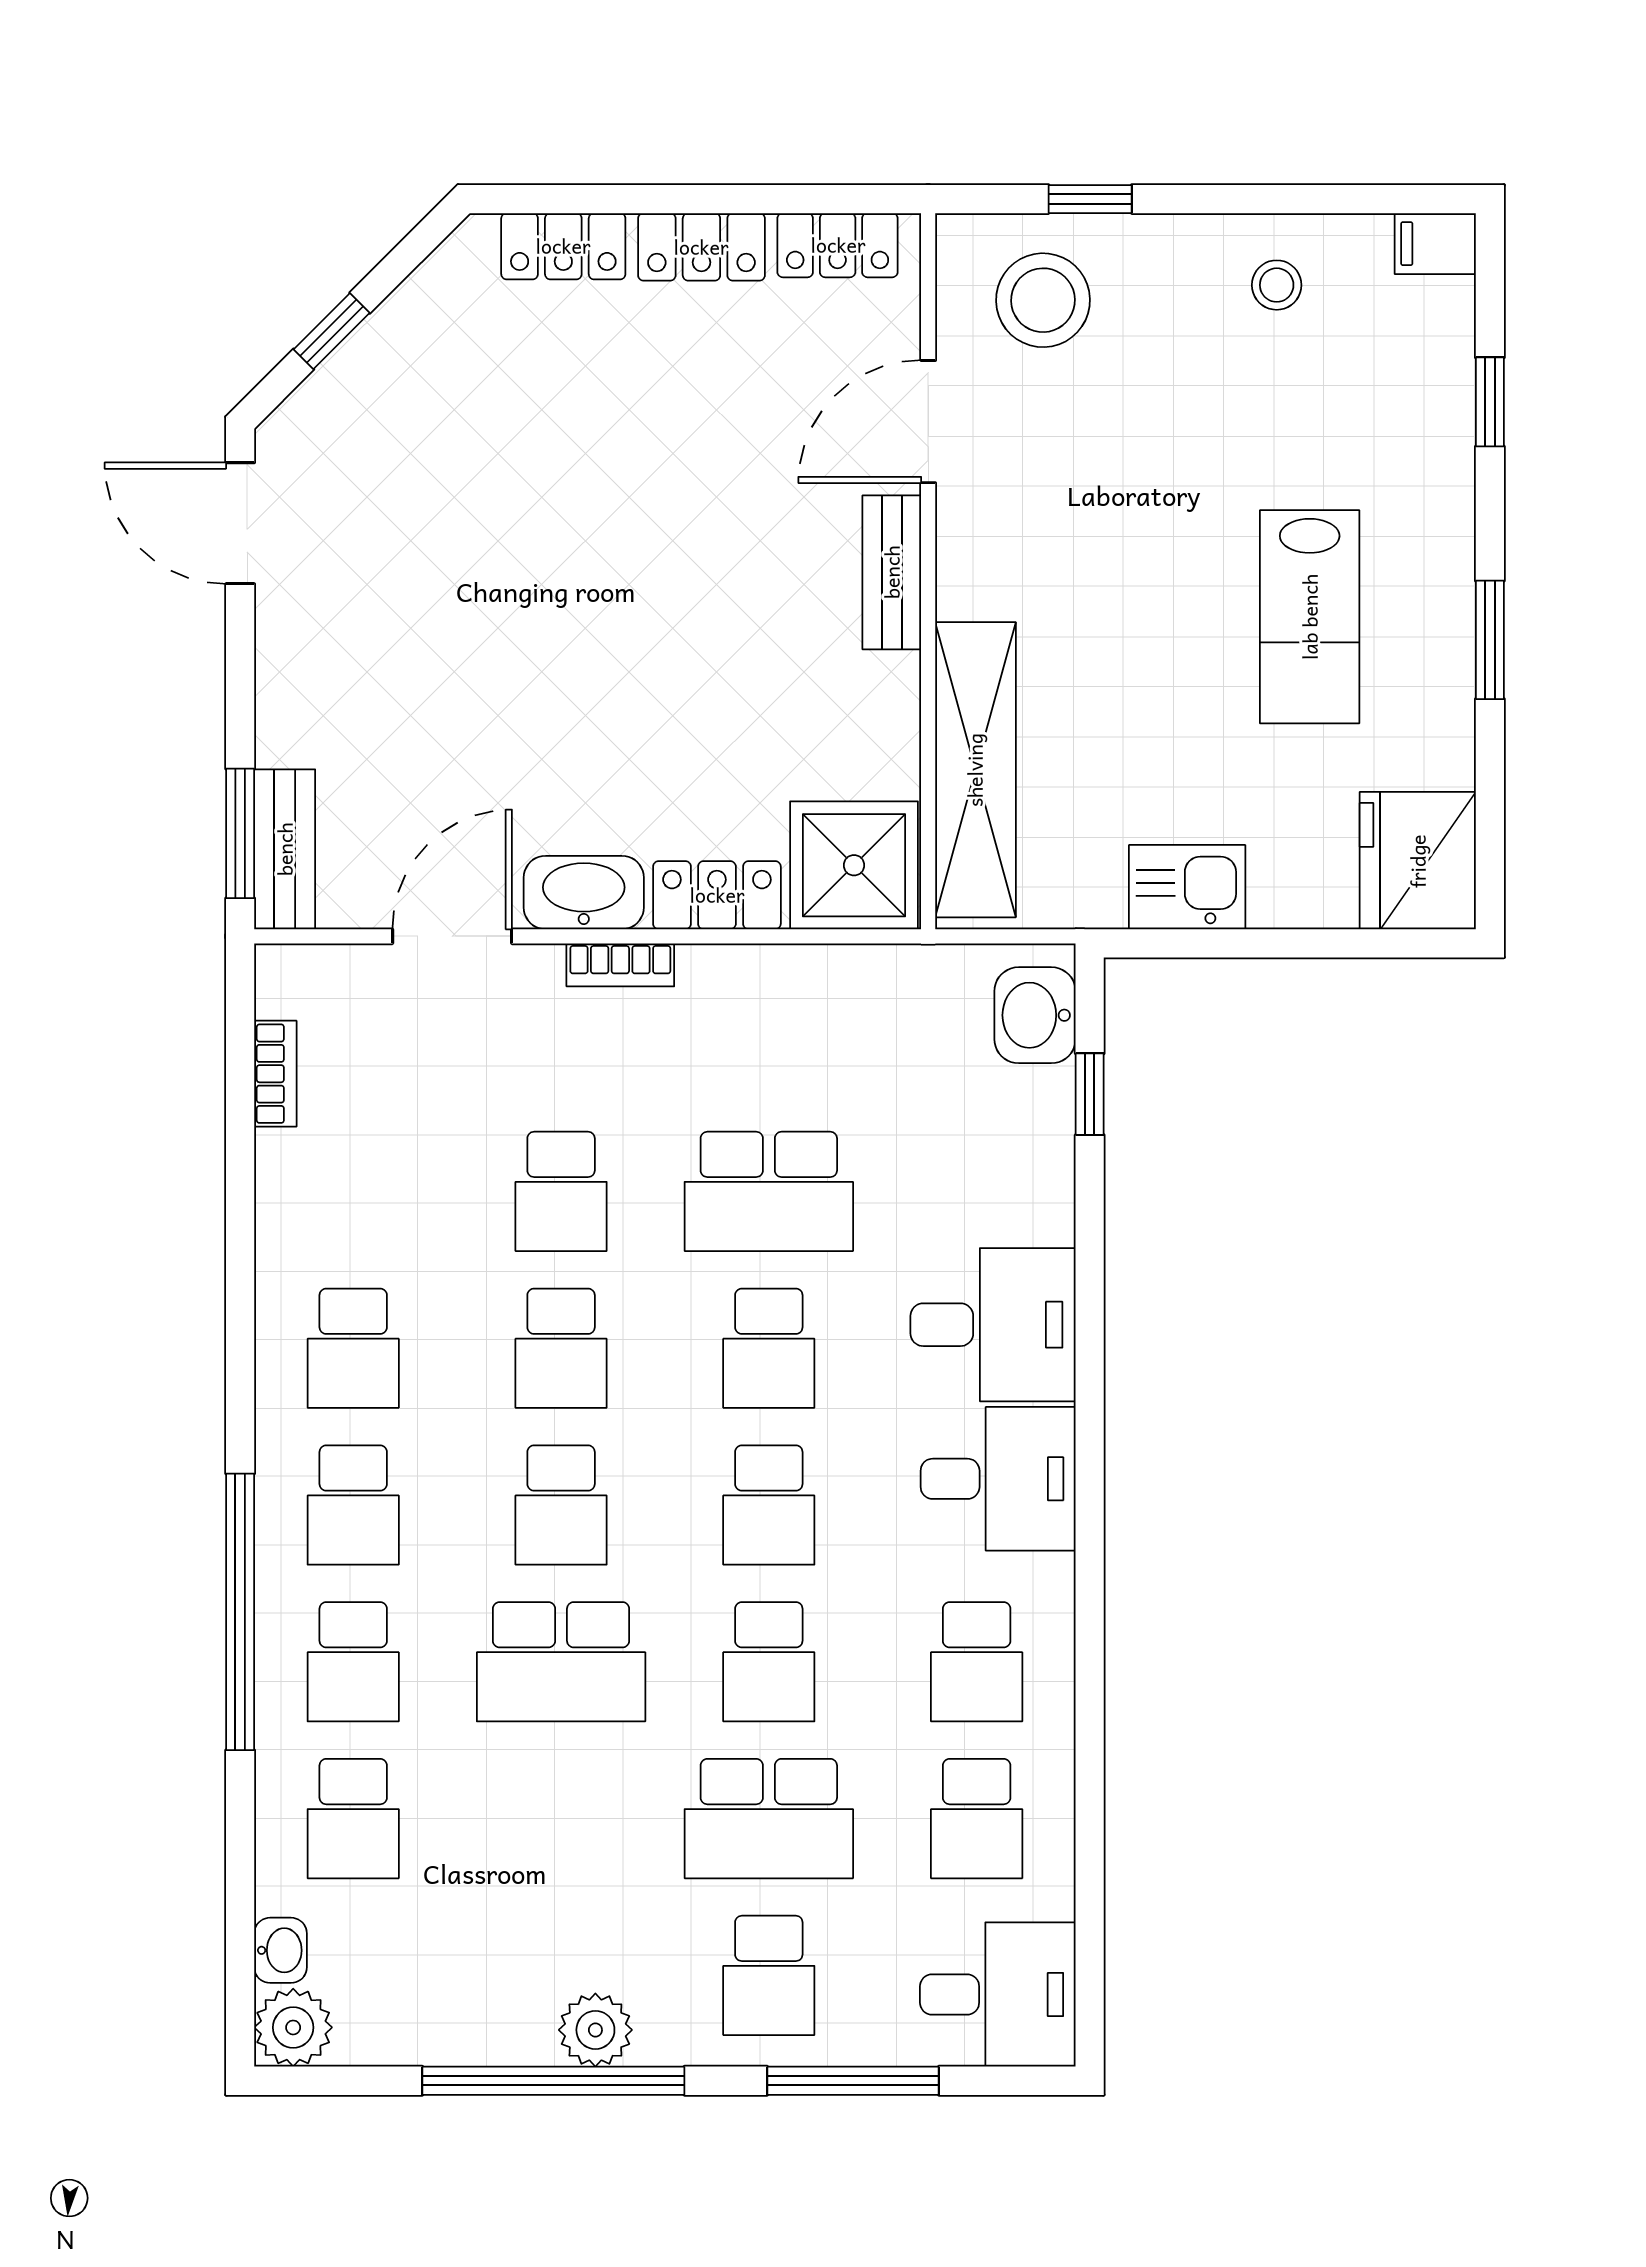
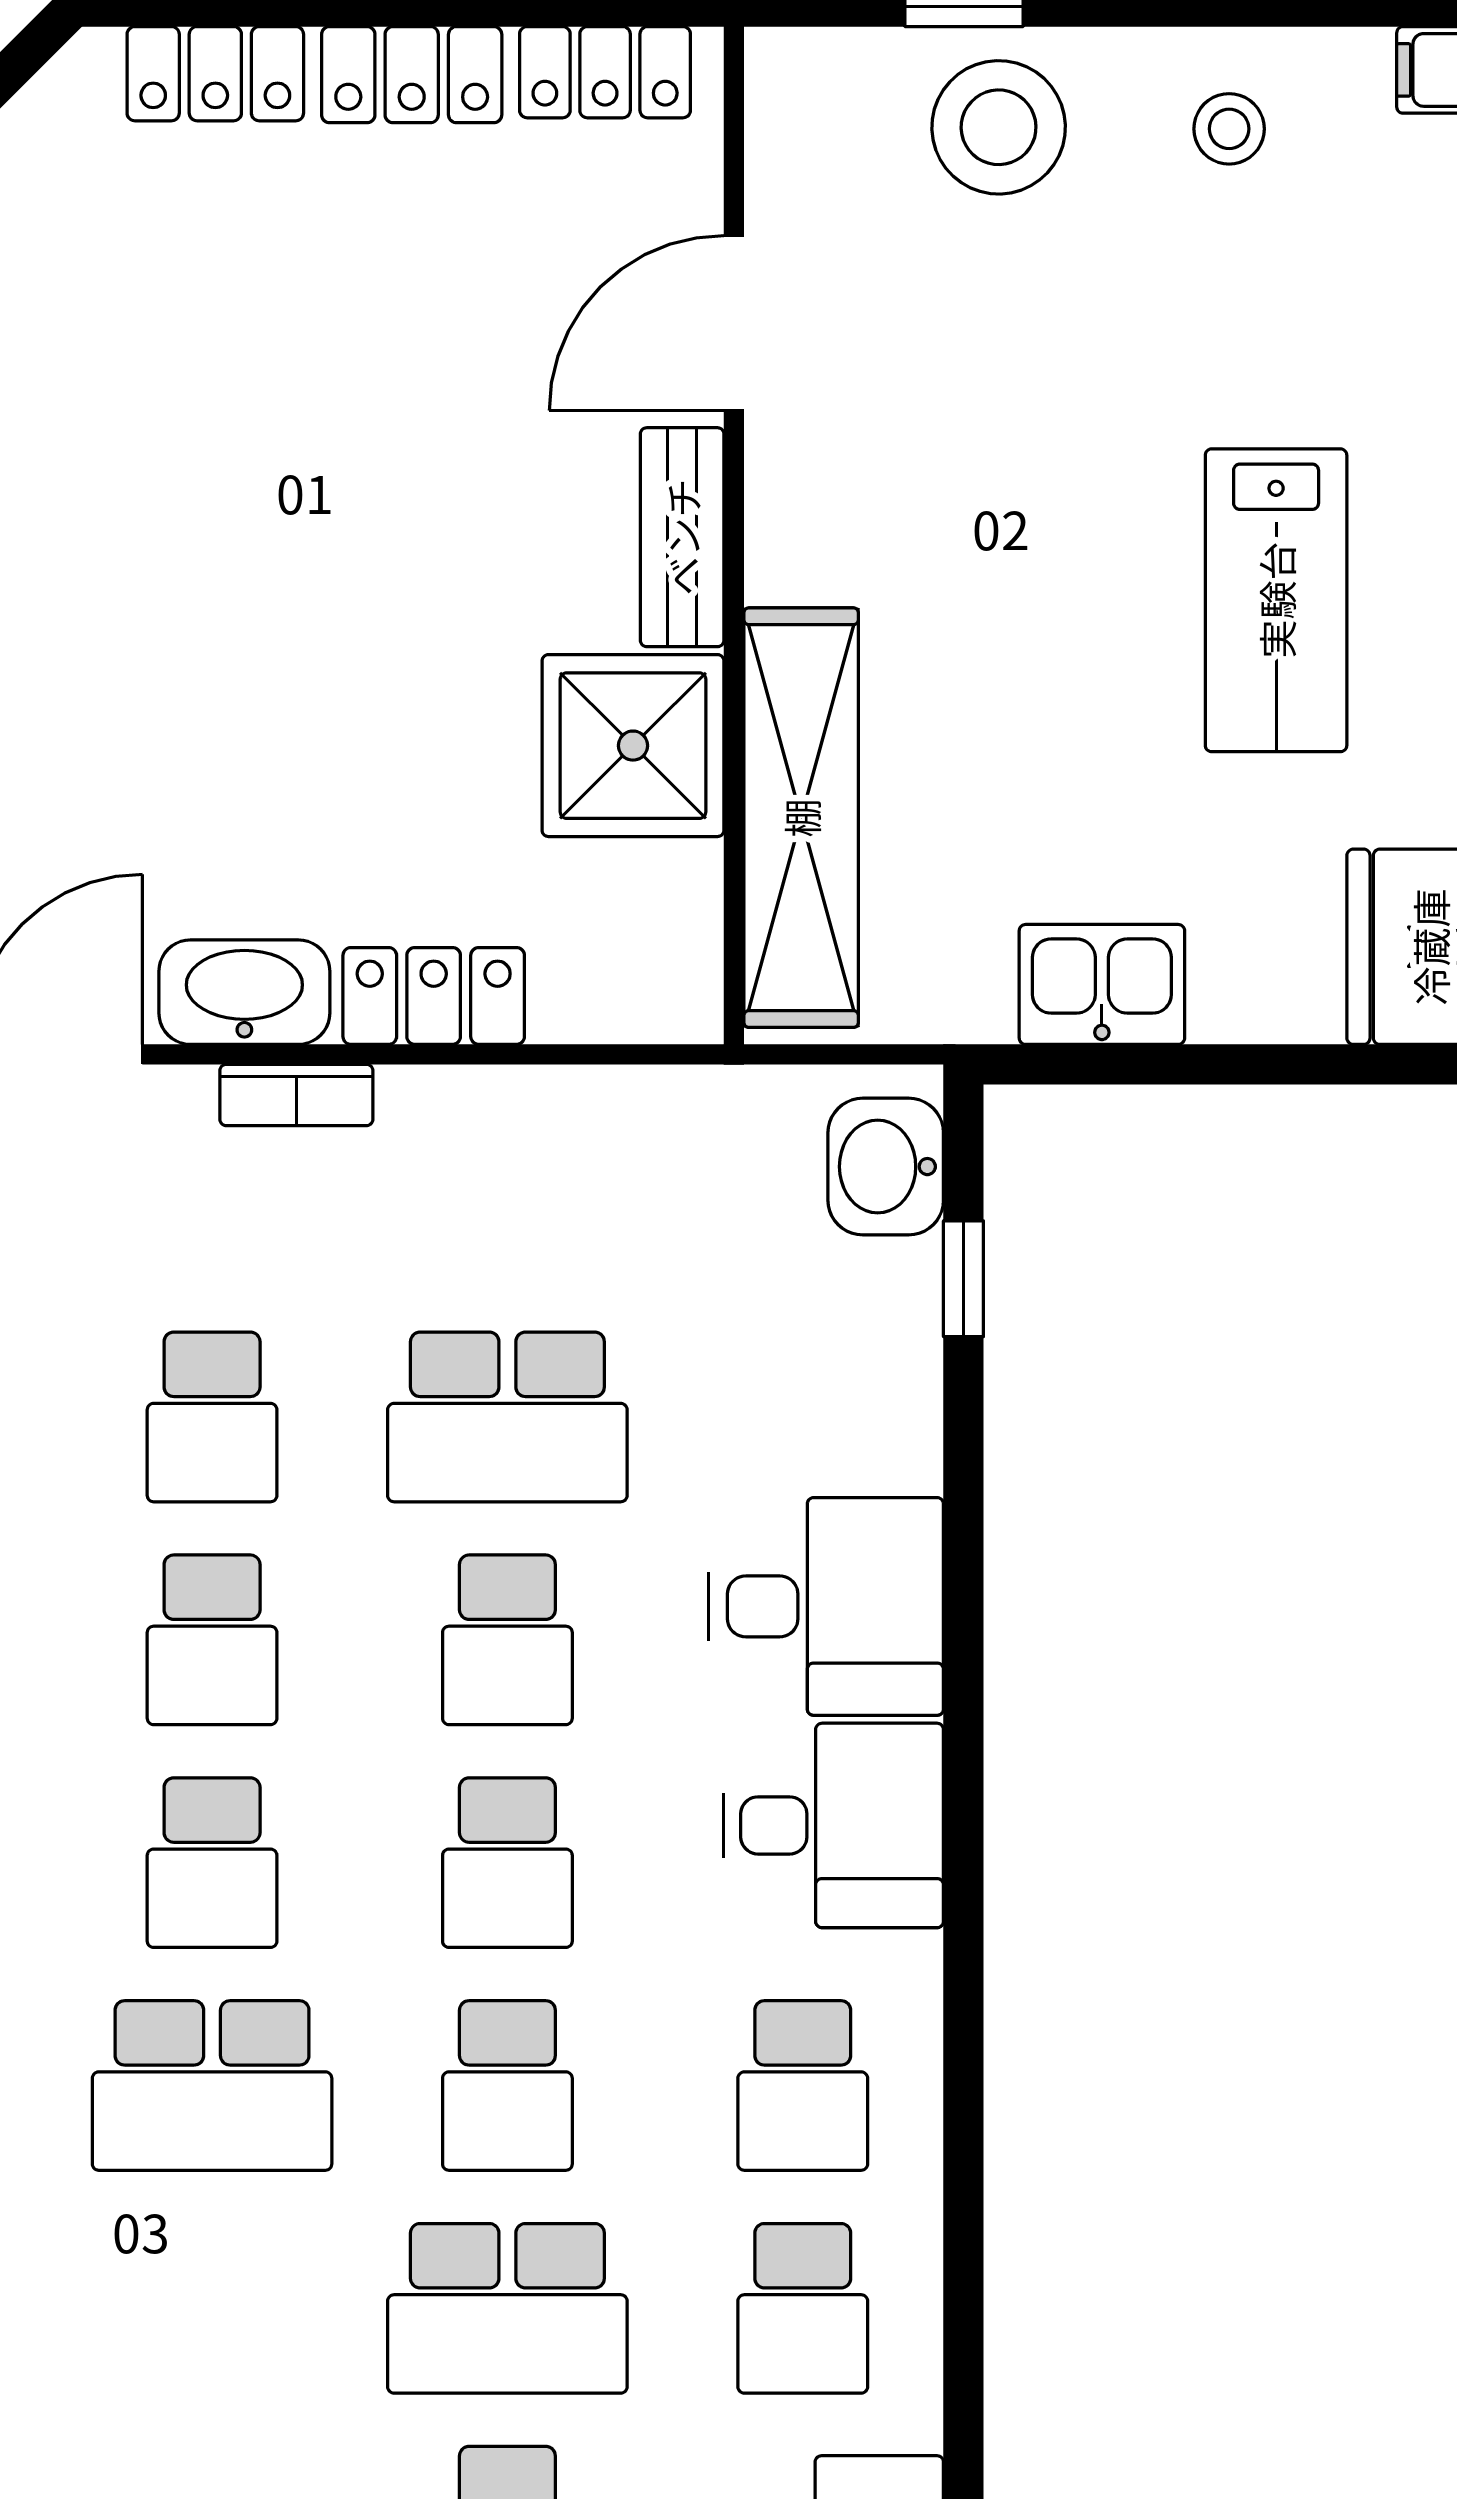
stool: (1043, 300) -> (999, 127), moved
shower: (854, 865) -> (633, 746), moved

